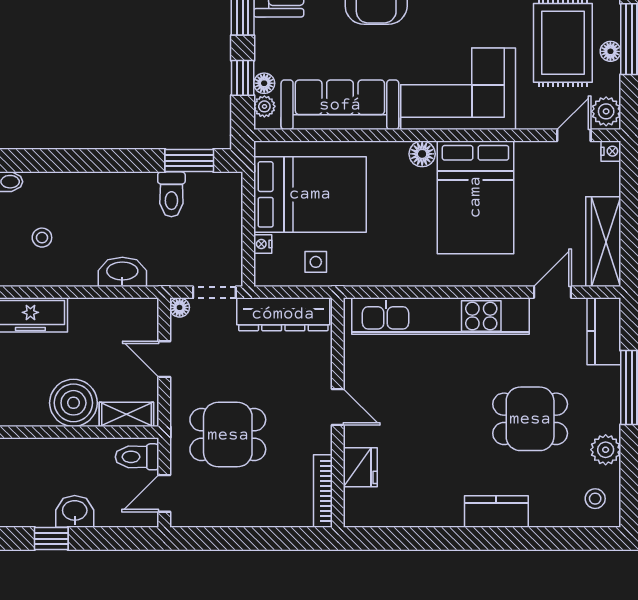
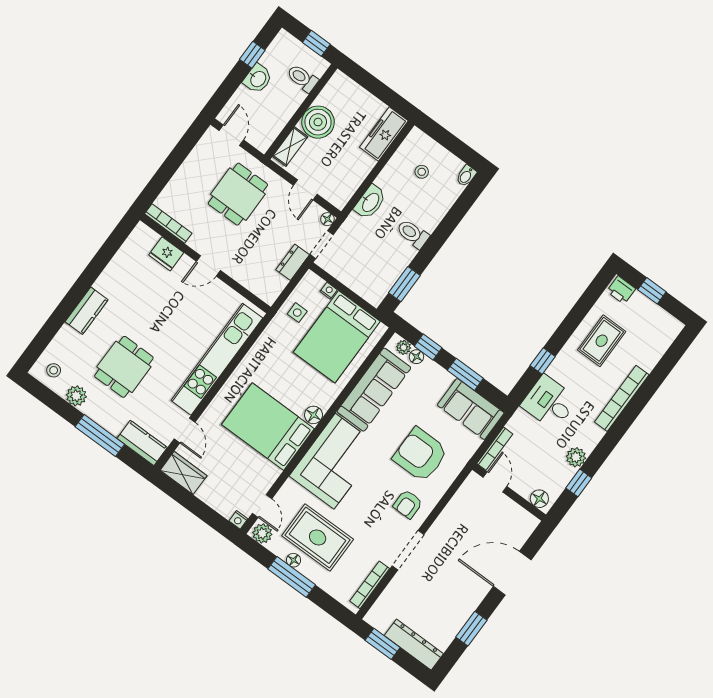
toilet: (171, 194) -> (413, 234), moved
wardrobe: (603, 242) -> (184, 473), width x0.67
dresser: (283, 314) -> (293, 262), width x0.51, depth x0.80
door: (164, 359) -> (305, 190), swing flipped
toilet: (137, 457) -> (302, 78), moved, turned -90

